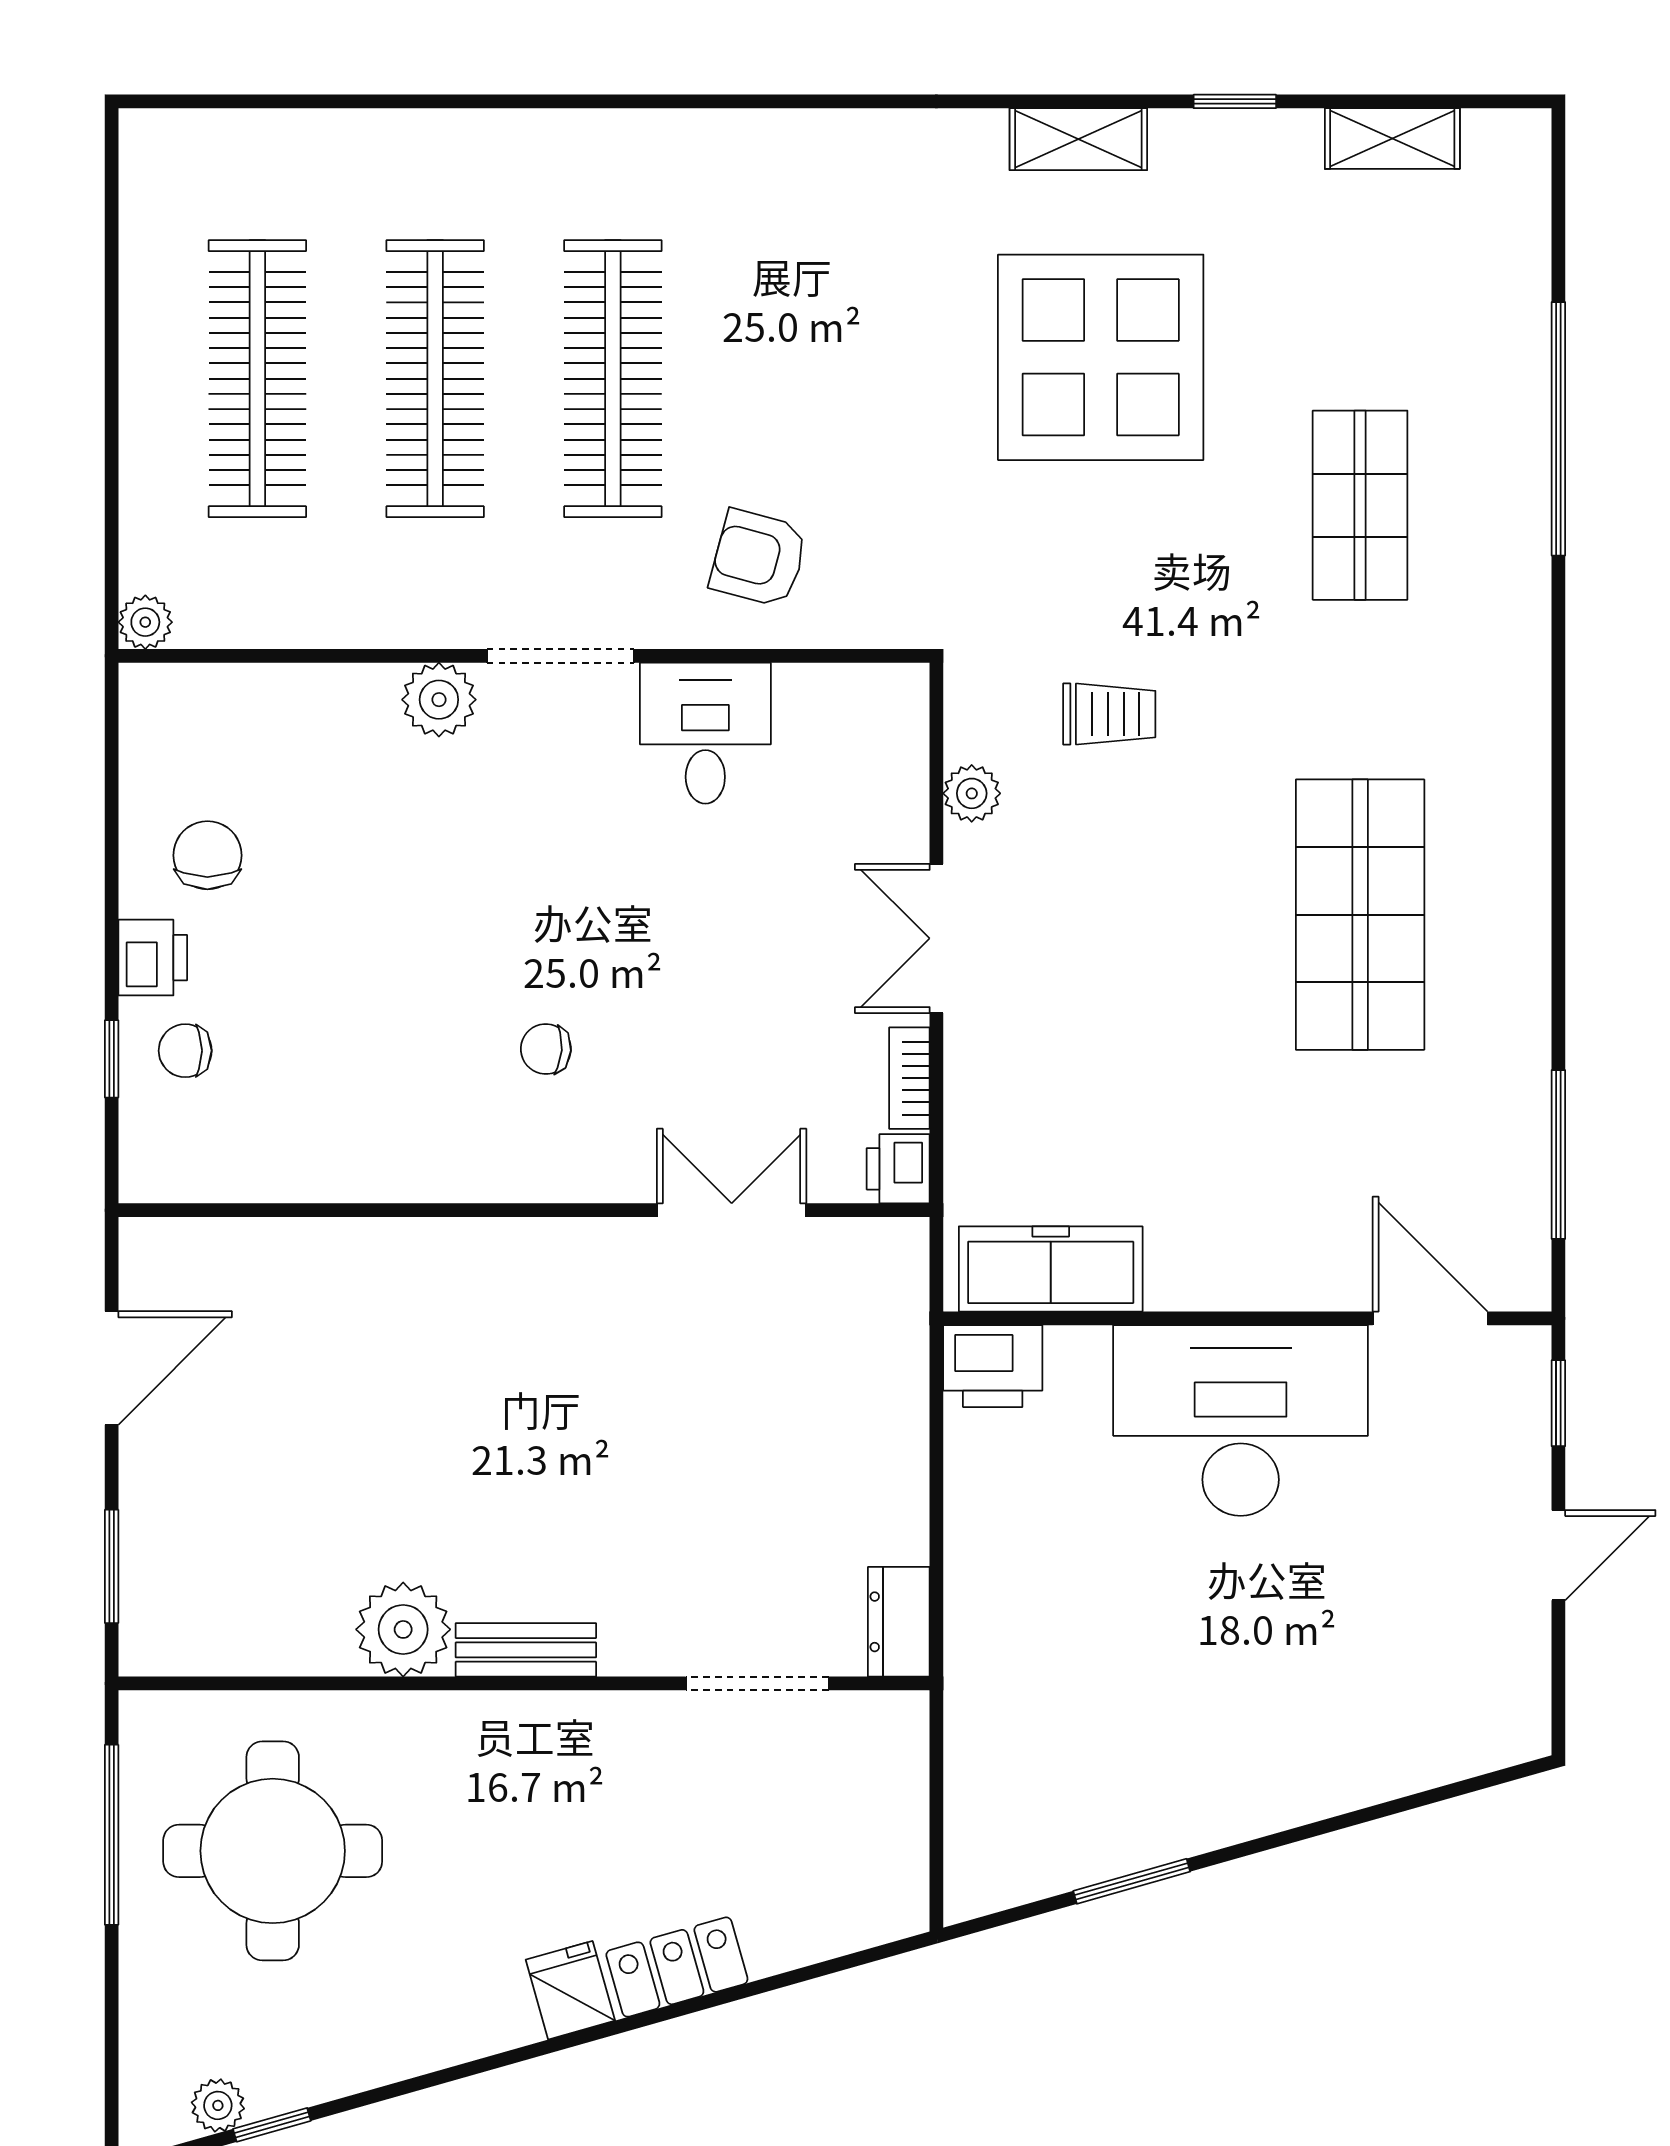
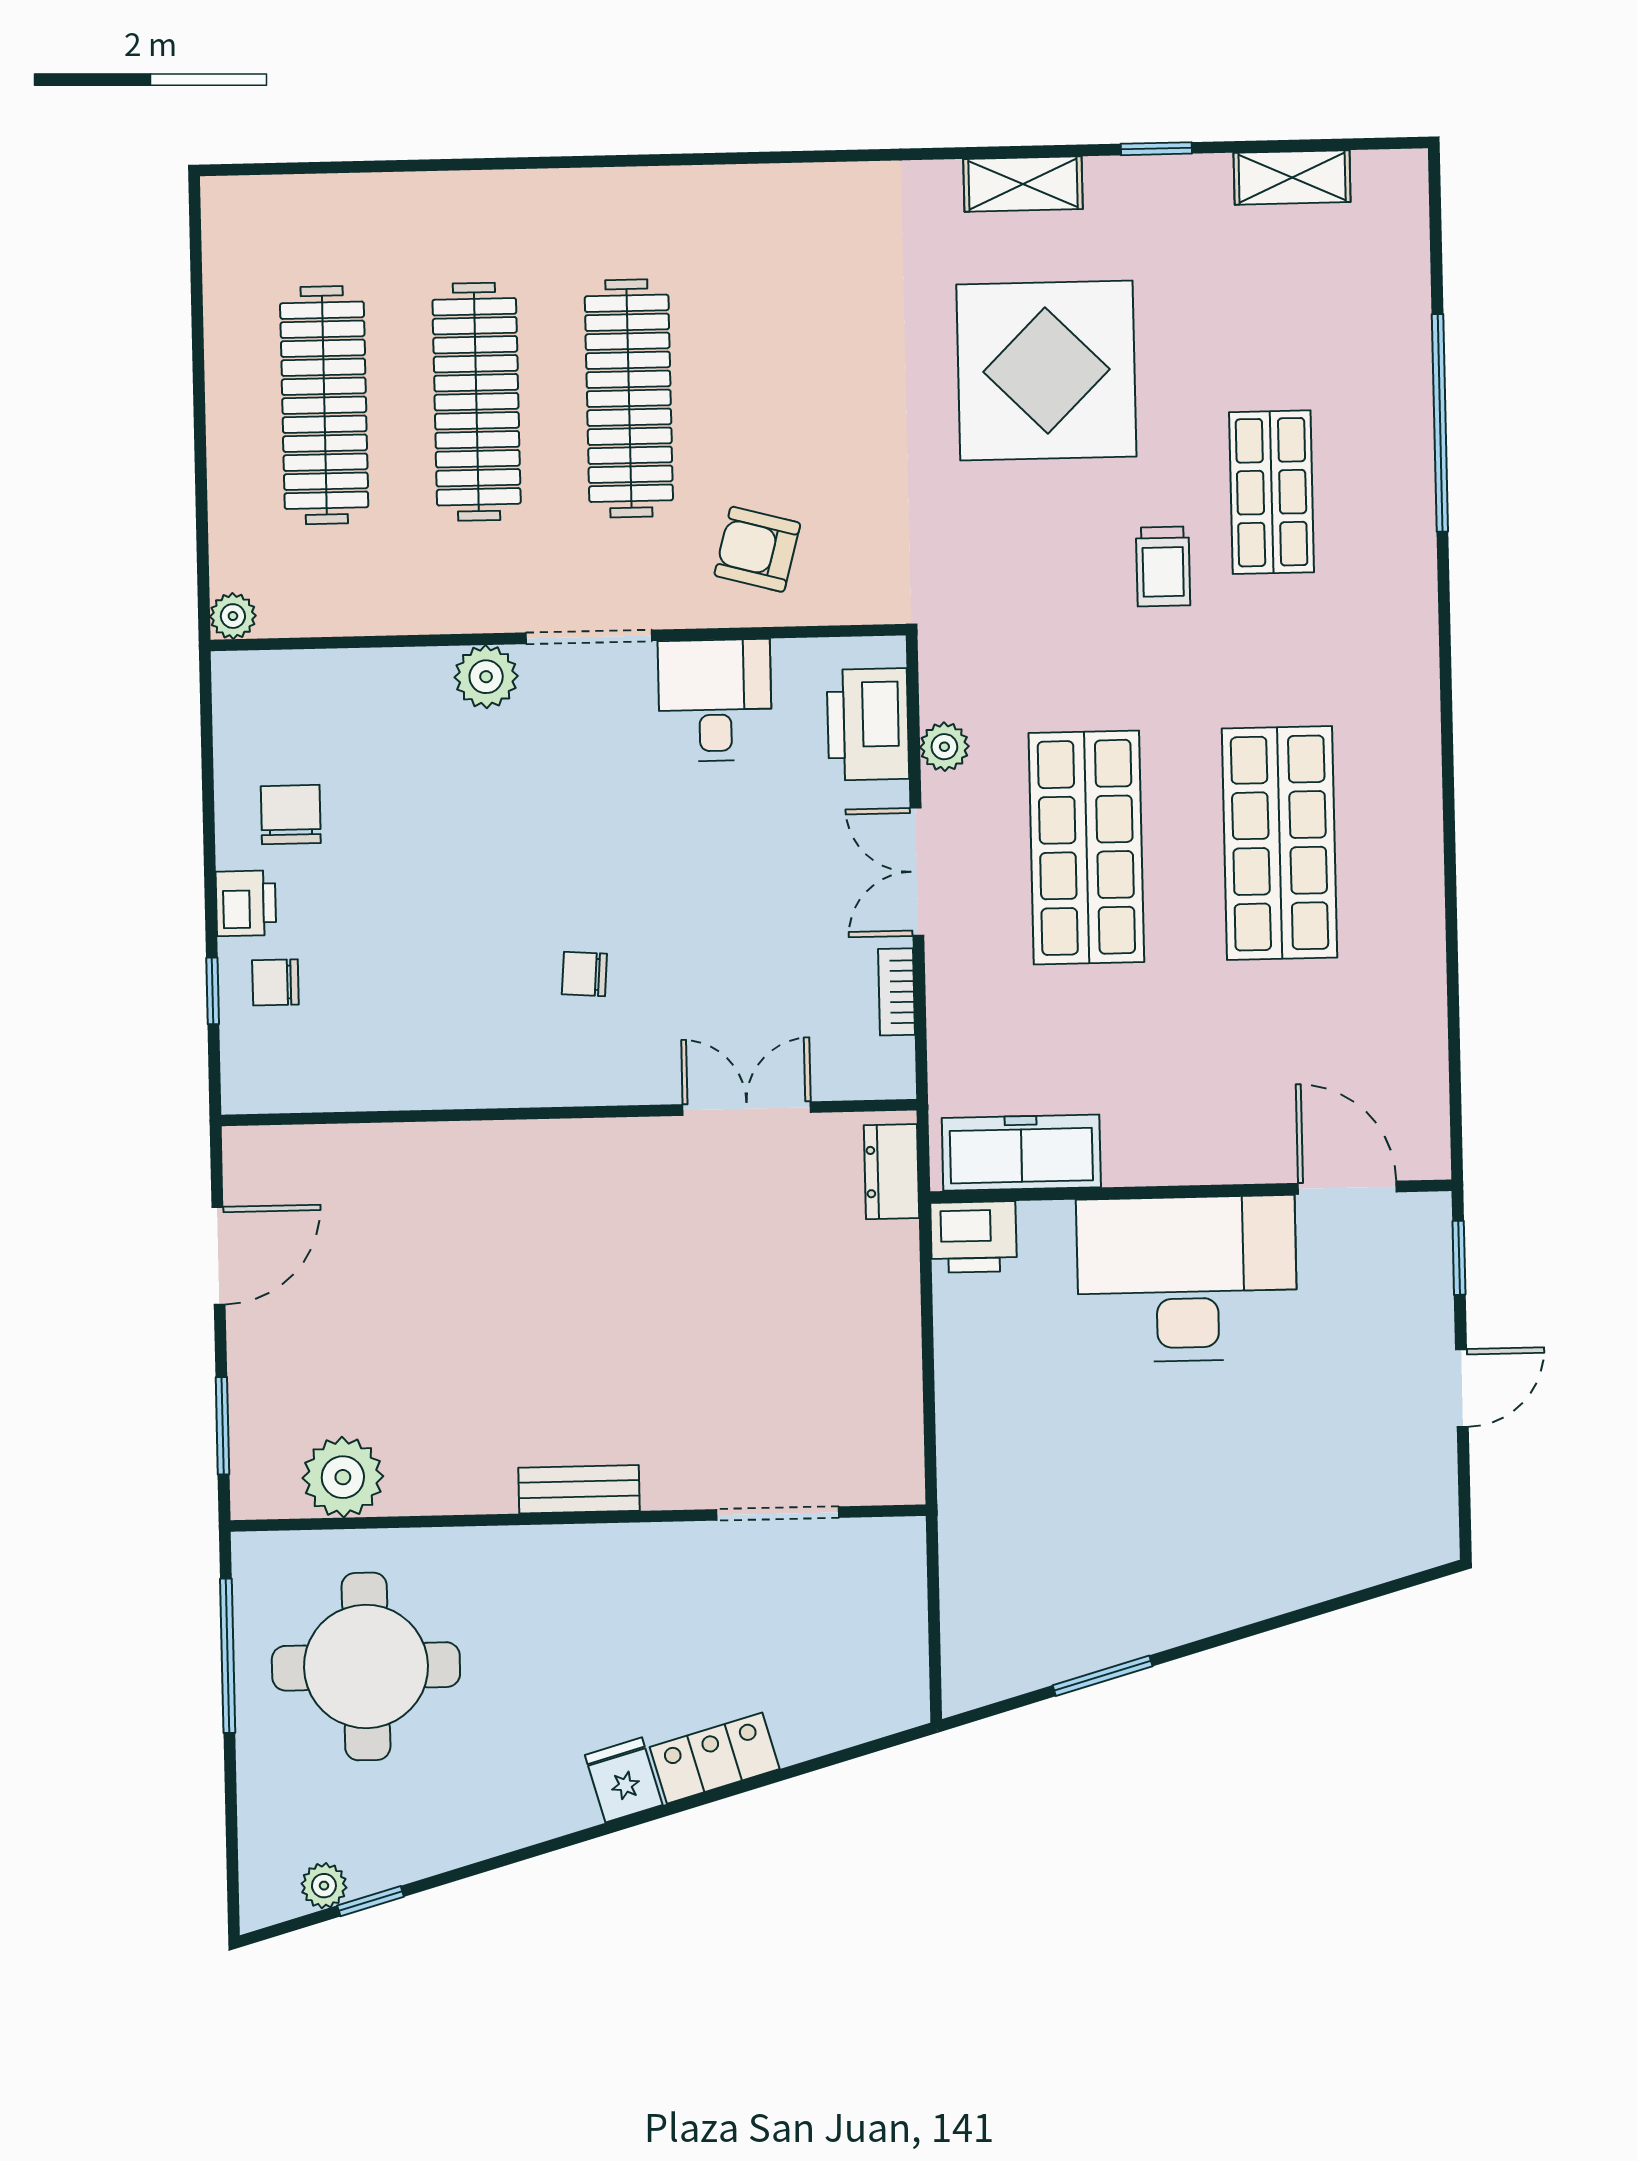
trolley: (1109, 714) -> (1163, 566), moved, turned 90
shop shelf: (1135, 915) -> (1086, 847), added
window: (1558, 1154) -> (1454, 1045), removed
printer: (898, 1169) -> (868, 724), moved, width x1.87, depth x1.48
dresser: (899, 1622) -> (891, 1172), moved
plant: (403, 1629) -> (343, 1477), moved

